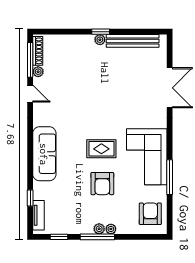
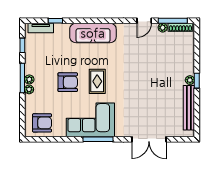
window: (170, 177) -> (98, 139), moved
armchair: (102, 184) -> (68, 82), turned 180

